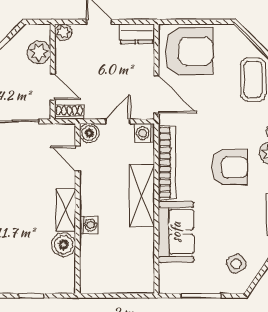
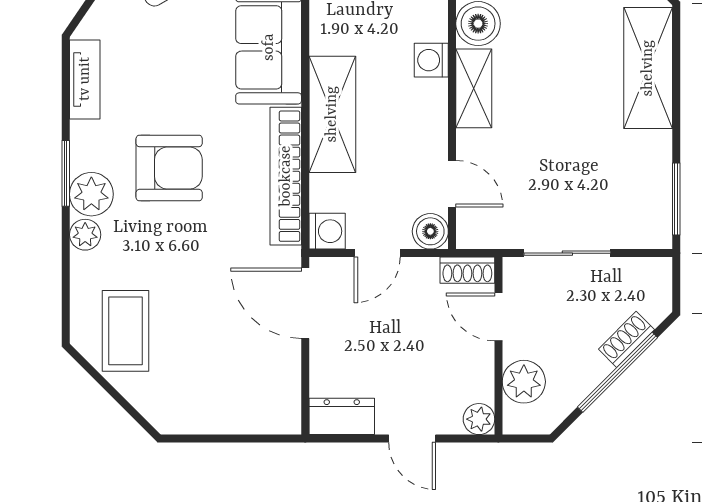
armchair: (189, 51) -> (245, 384), removed
armchair: (229, 167) -> (169, 168), turned 180

